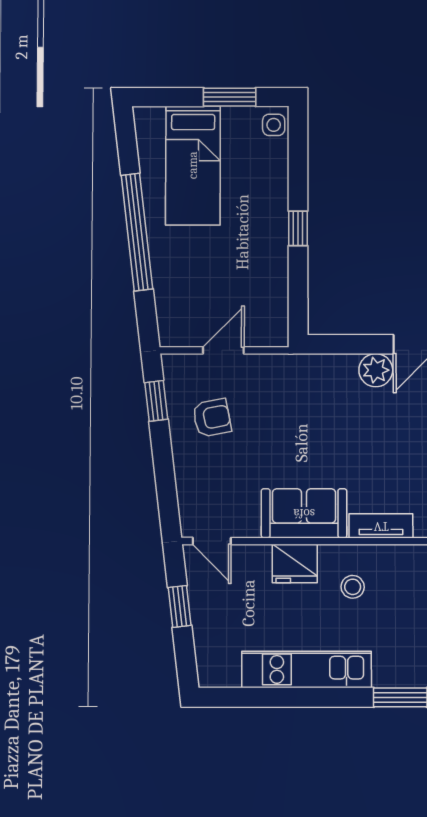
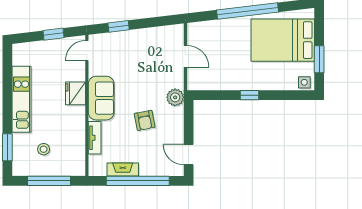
bed: (193, 165) -> (283, 40), width x1.50
plant: (376, 370) -> (175, 97), moved
window: (156, 401) -> (119, 26), moved
armchair: (212, 418) -> (145, 120), moved
stool: (353, 587) -> (44, 149), moved

